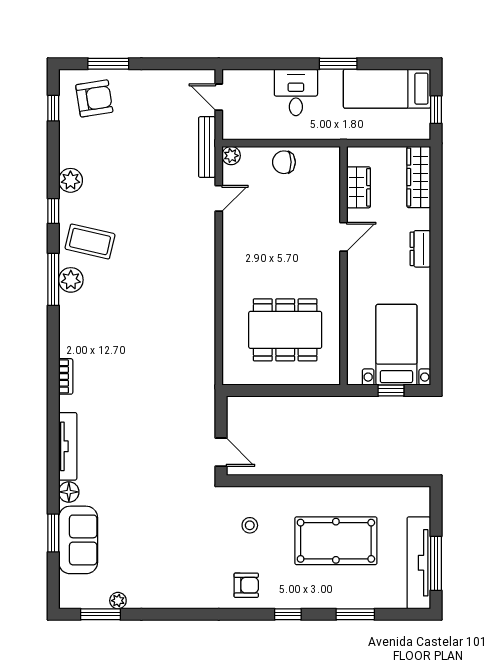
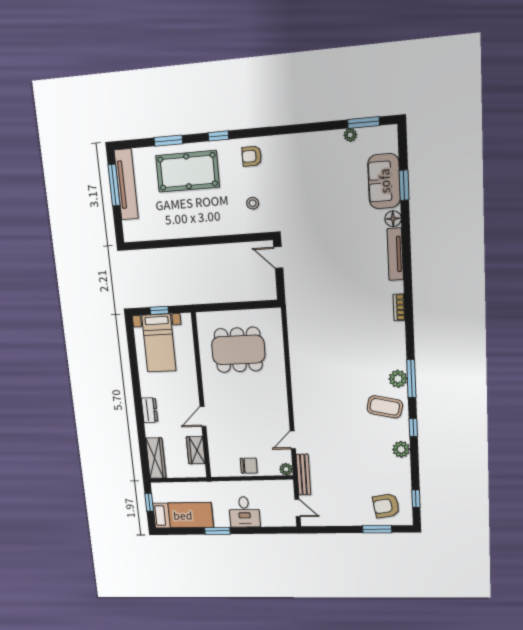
pool table: (336, 541) -> (188, 171), moved

